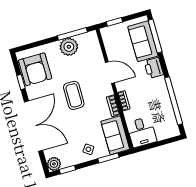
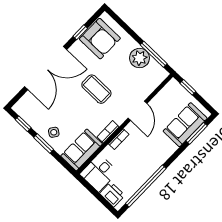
window: (155, 36) -> (197, 133), width x0.69
printer: (154, 68) -> (112, 194), moved, turned 90
armchair: (35, 69) -> (100, 39), turned -90
coffee table: (74, 95) -> (96, 89), turned 90
window: (108, 158) -> (44, 144), moved
plant: (54, 164) -> (21, 108), removed

